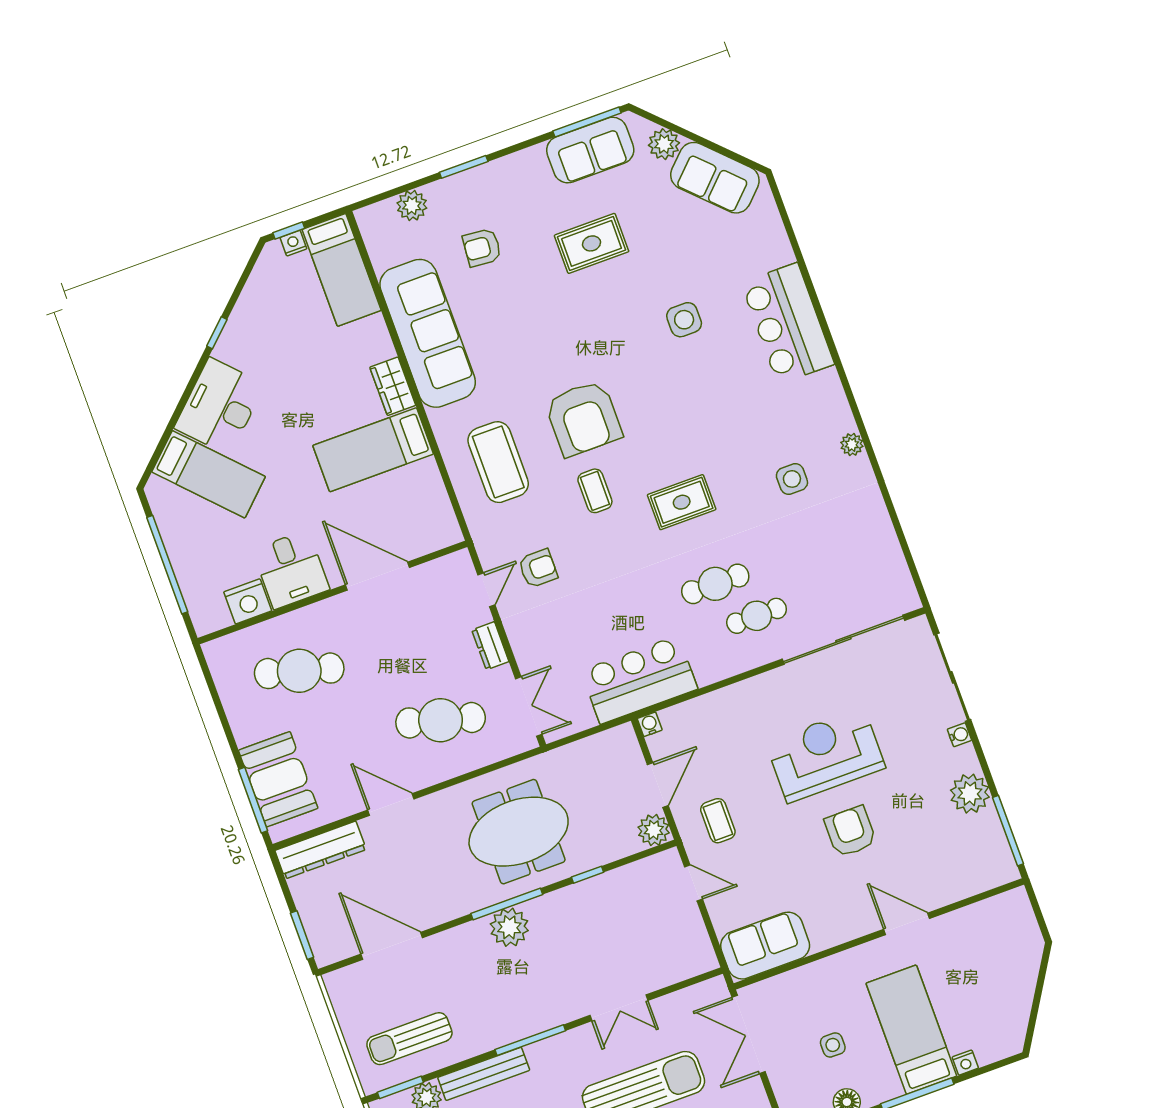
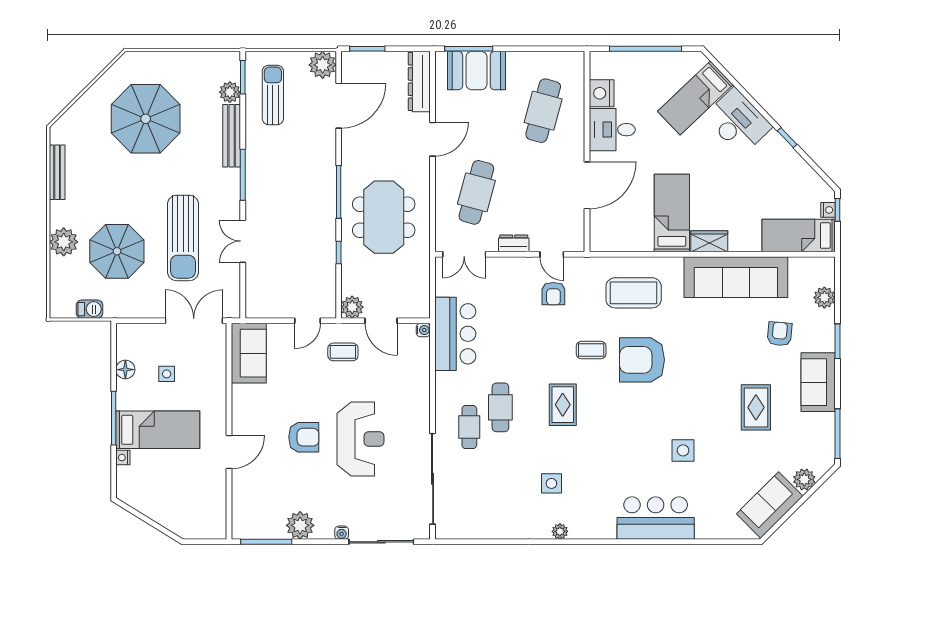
sofa: (590, 150) -> (818, 382), moved
plant: (509, 927) -> (323, 65), moved

